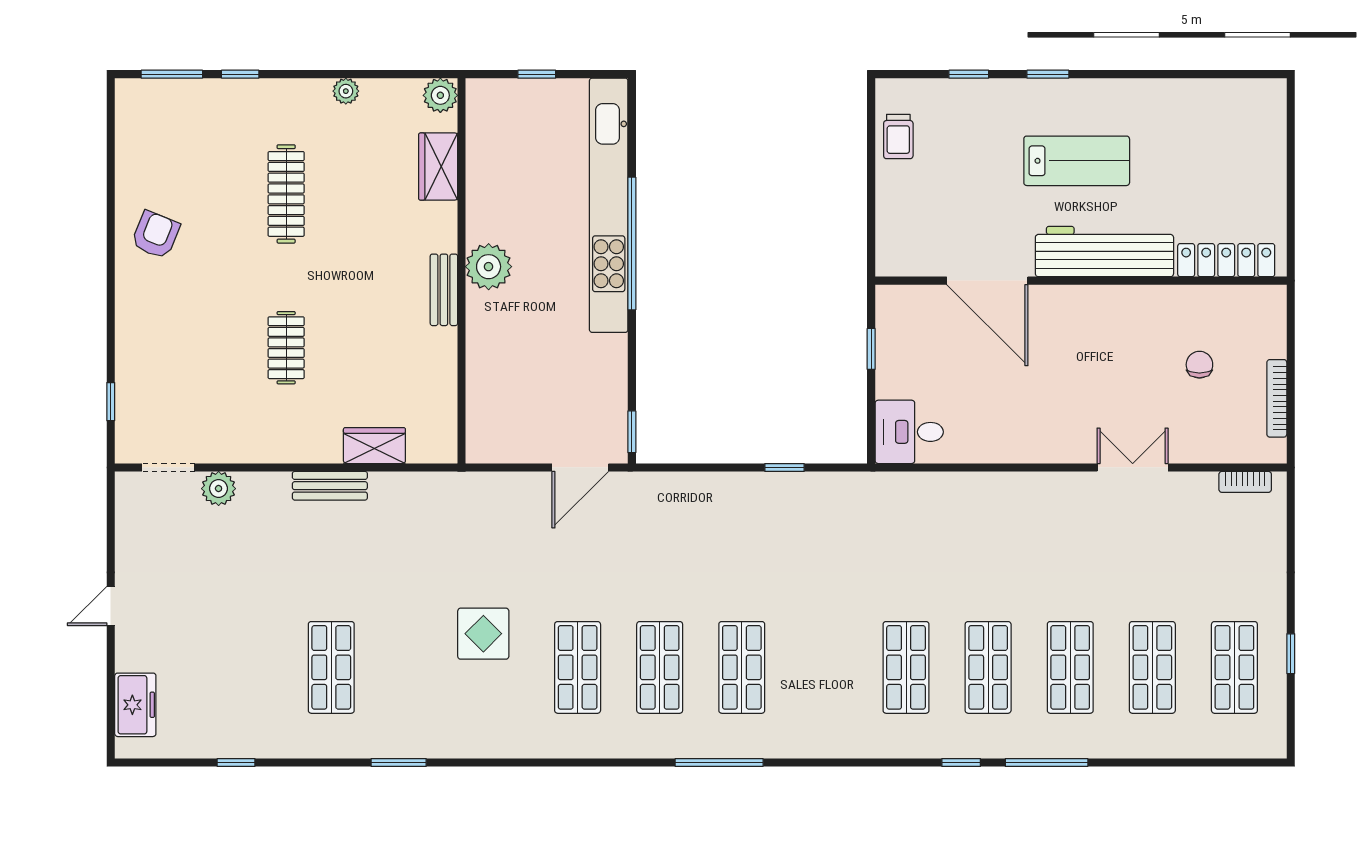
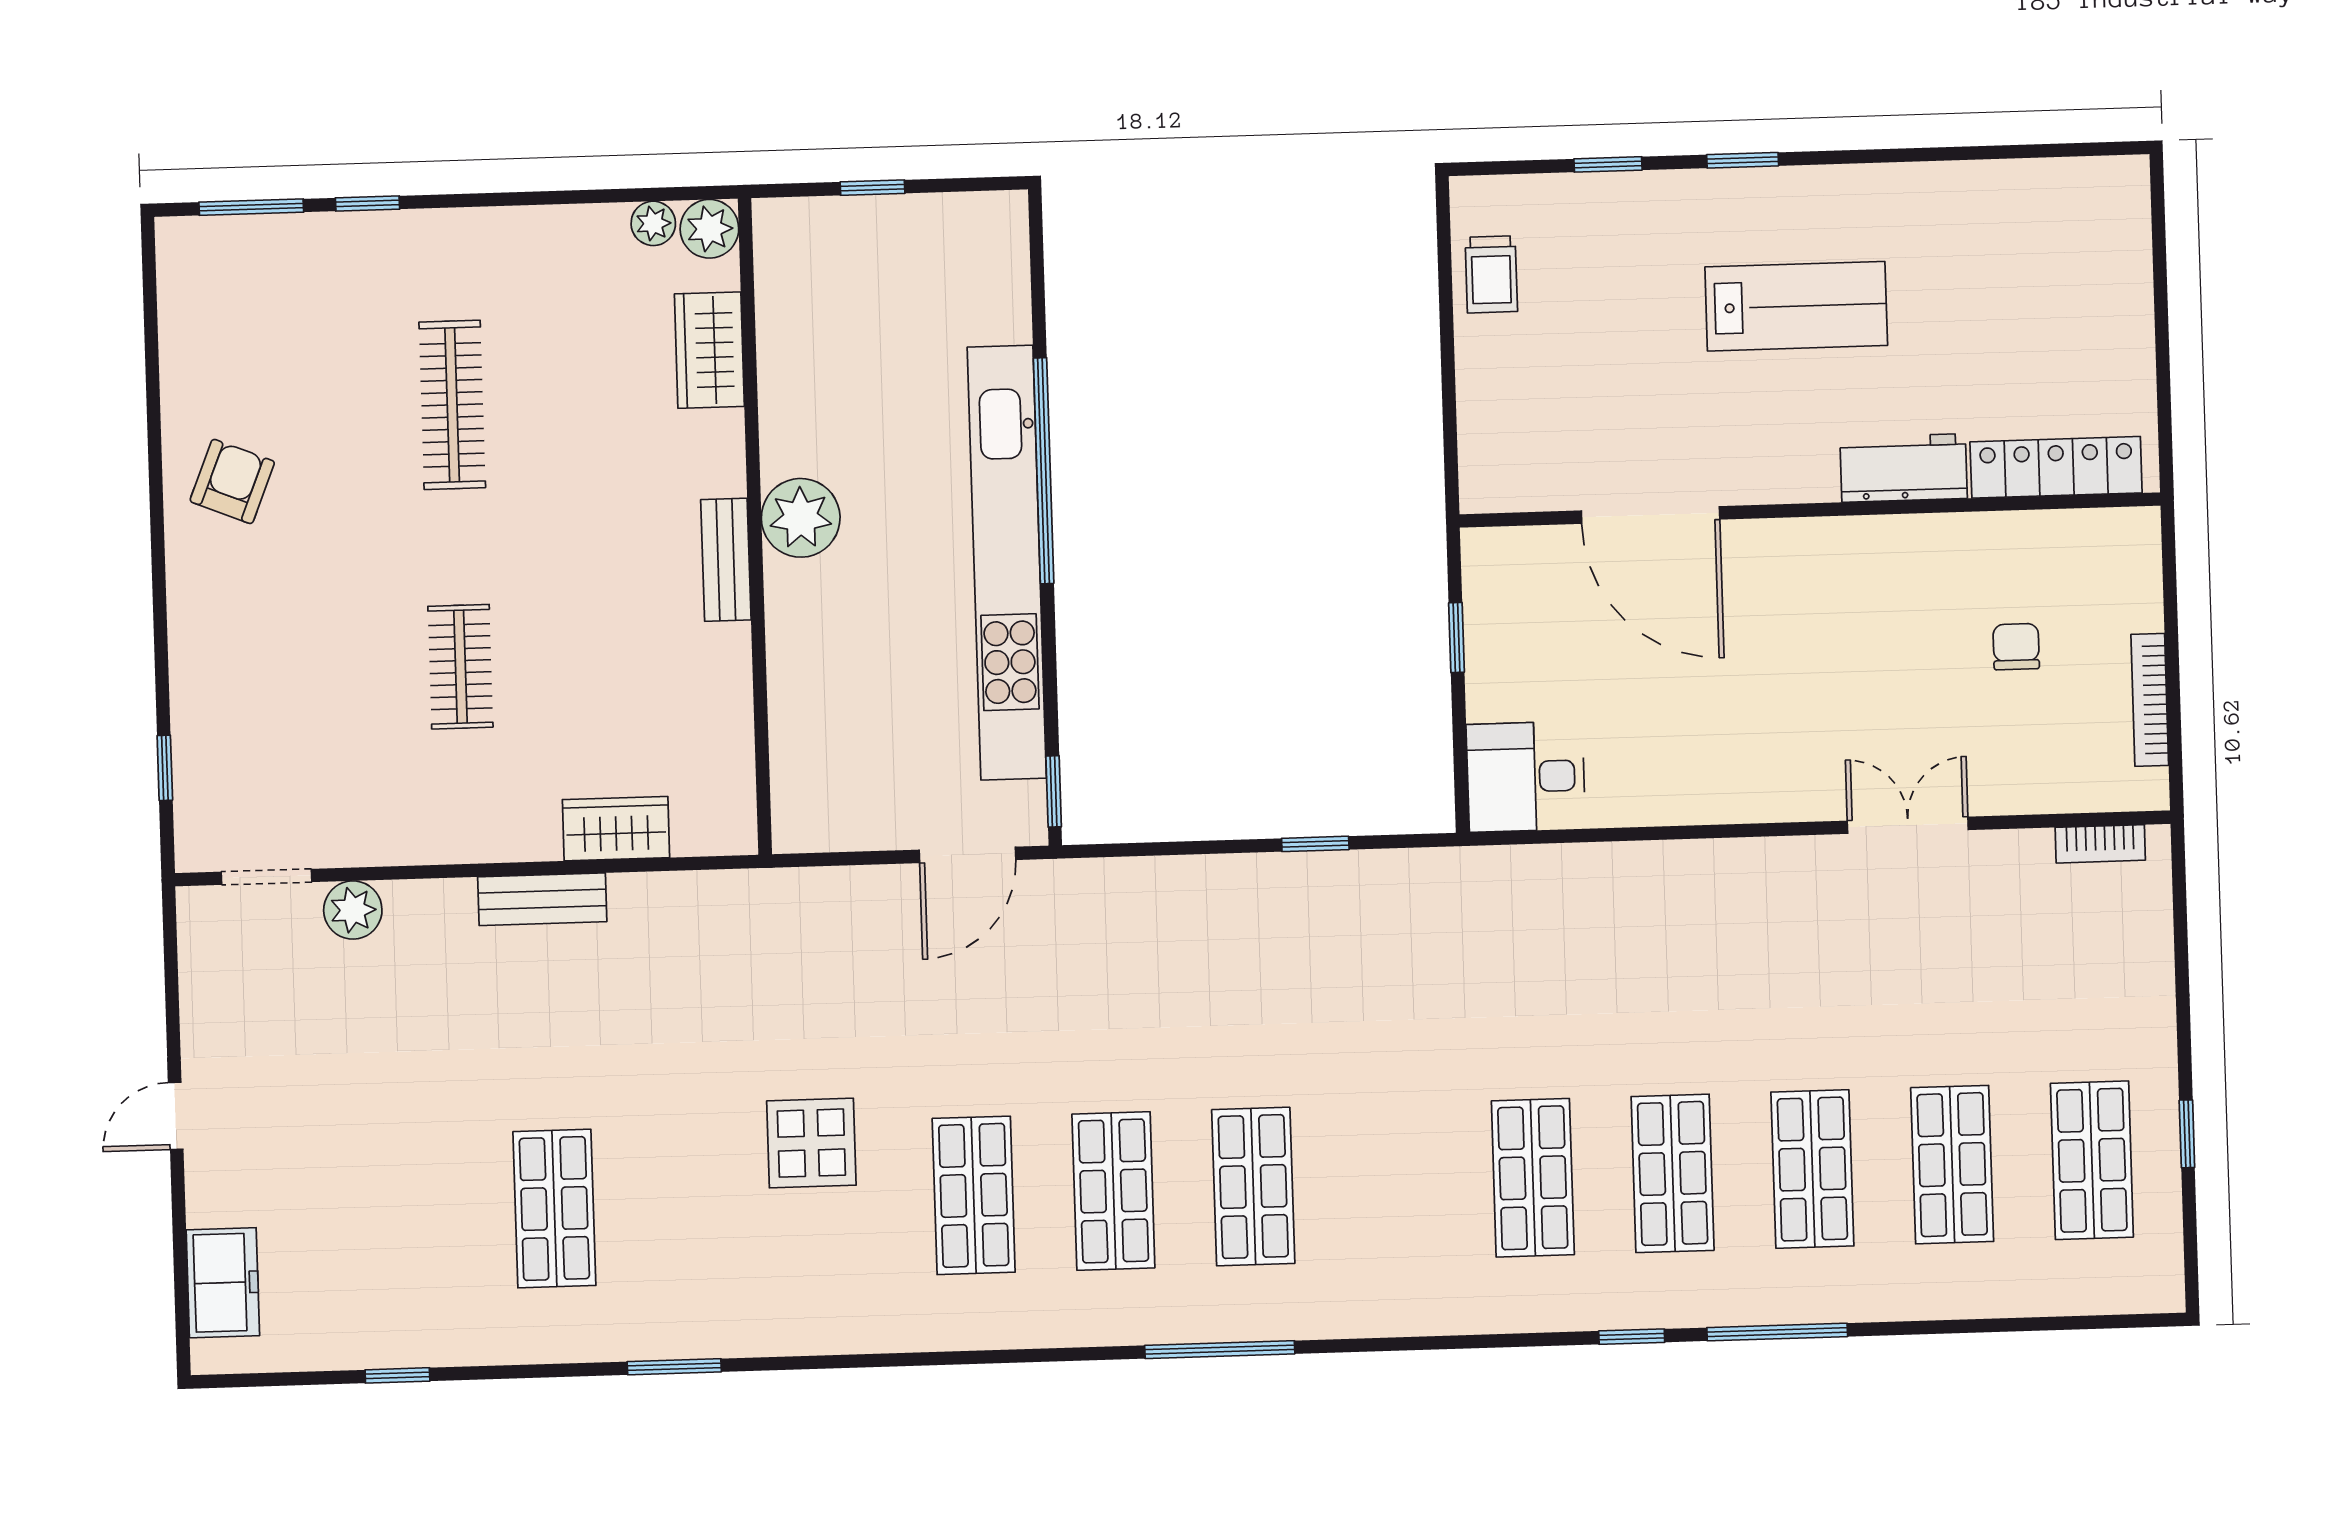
plant: (346, 91) -> (653, 223), moved
kitchen unit: (609, 205) -> (1007, 563), moved
workbench: (1104, 252) -> (1904, 468), width x0.53, depth x0.76

